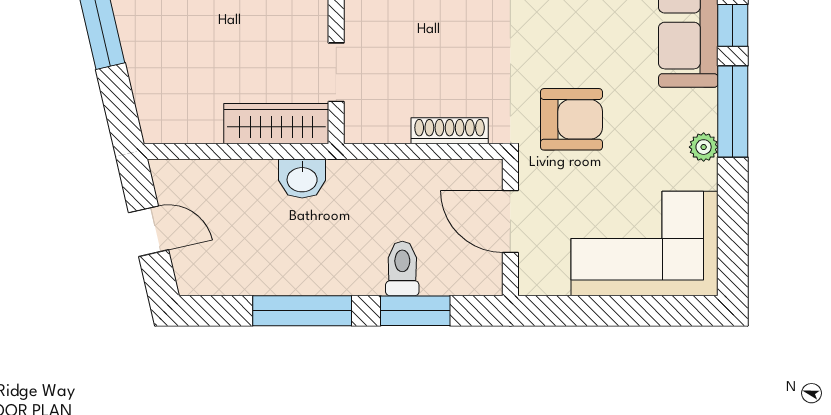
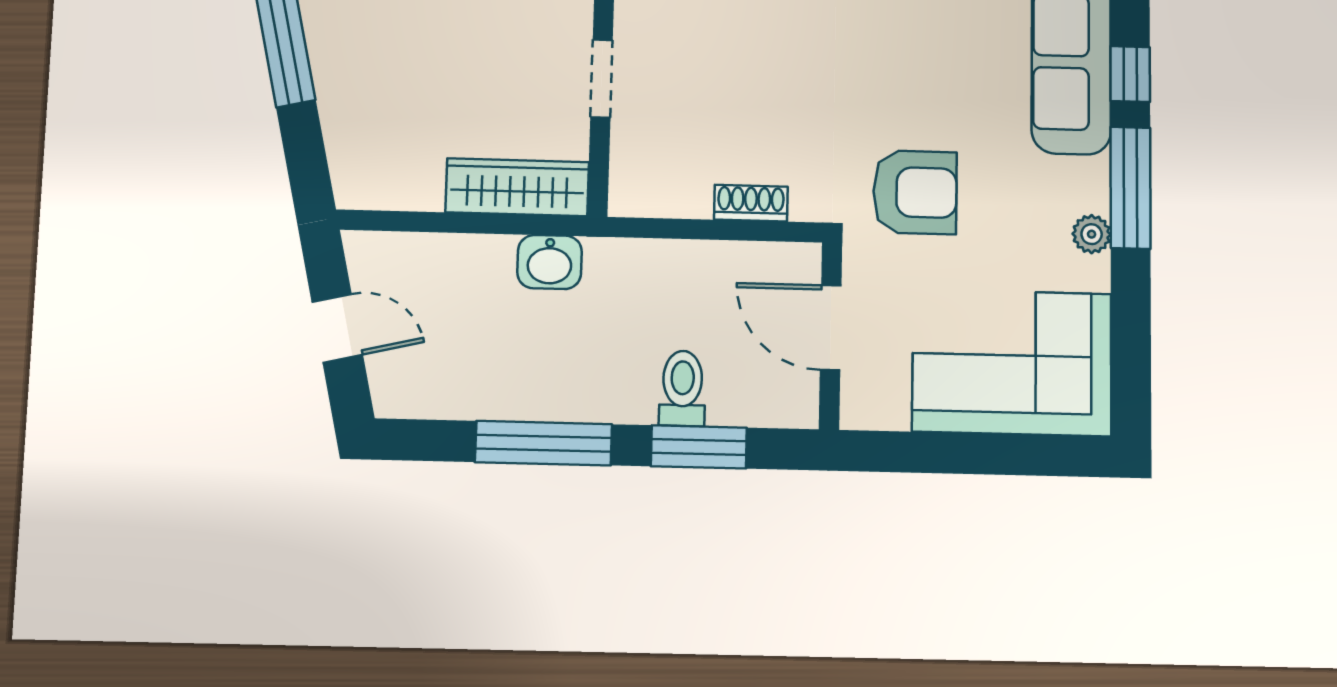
doorway: (336, 72) -> (602, 78), moved
shoe rack: (450, 131) -> (751, 203), width x0.70

